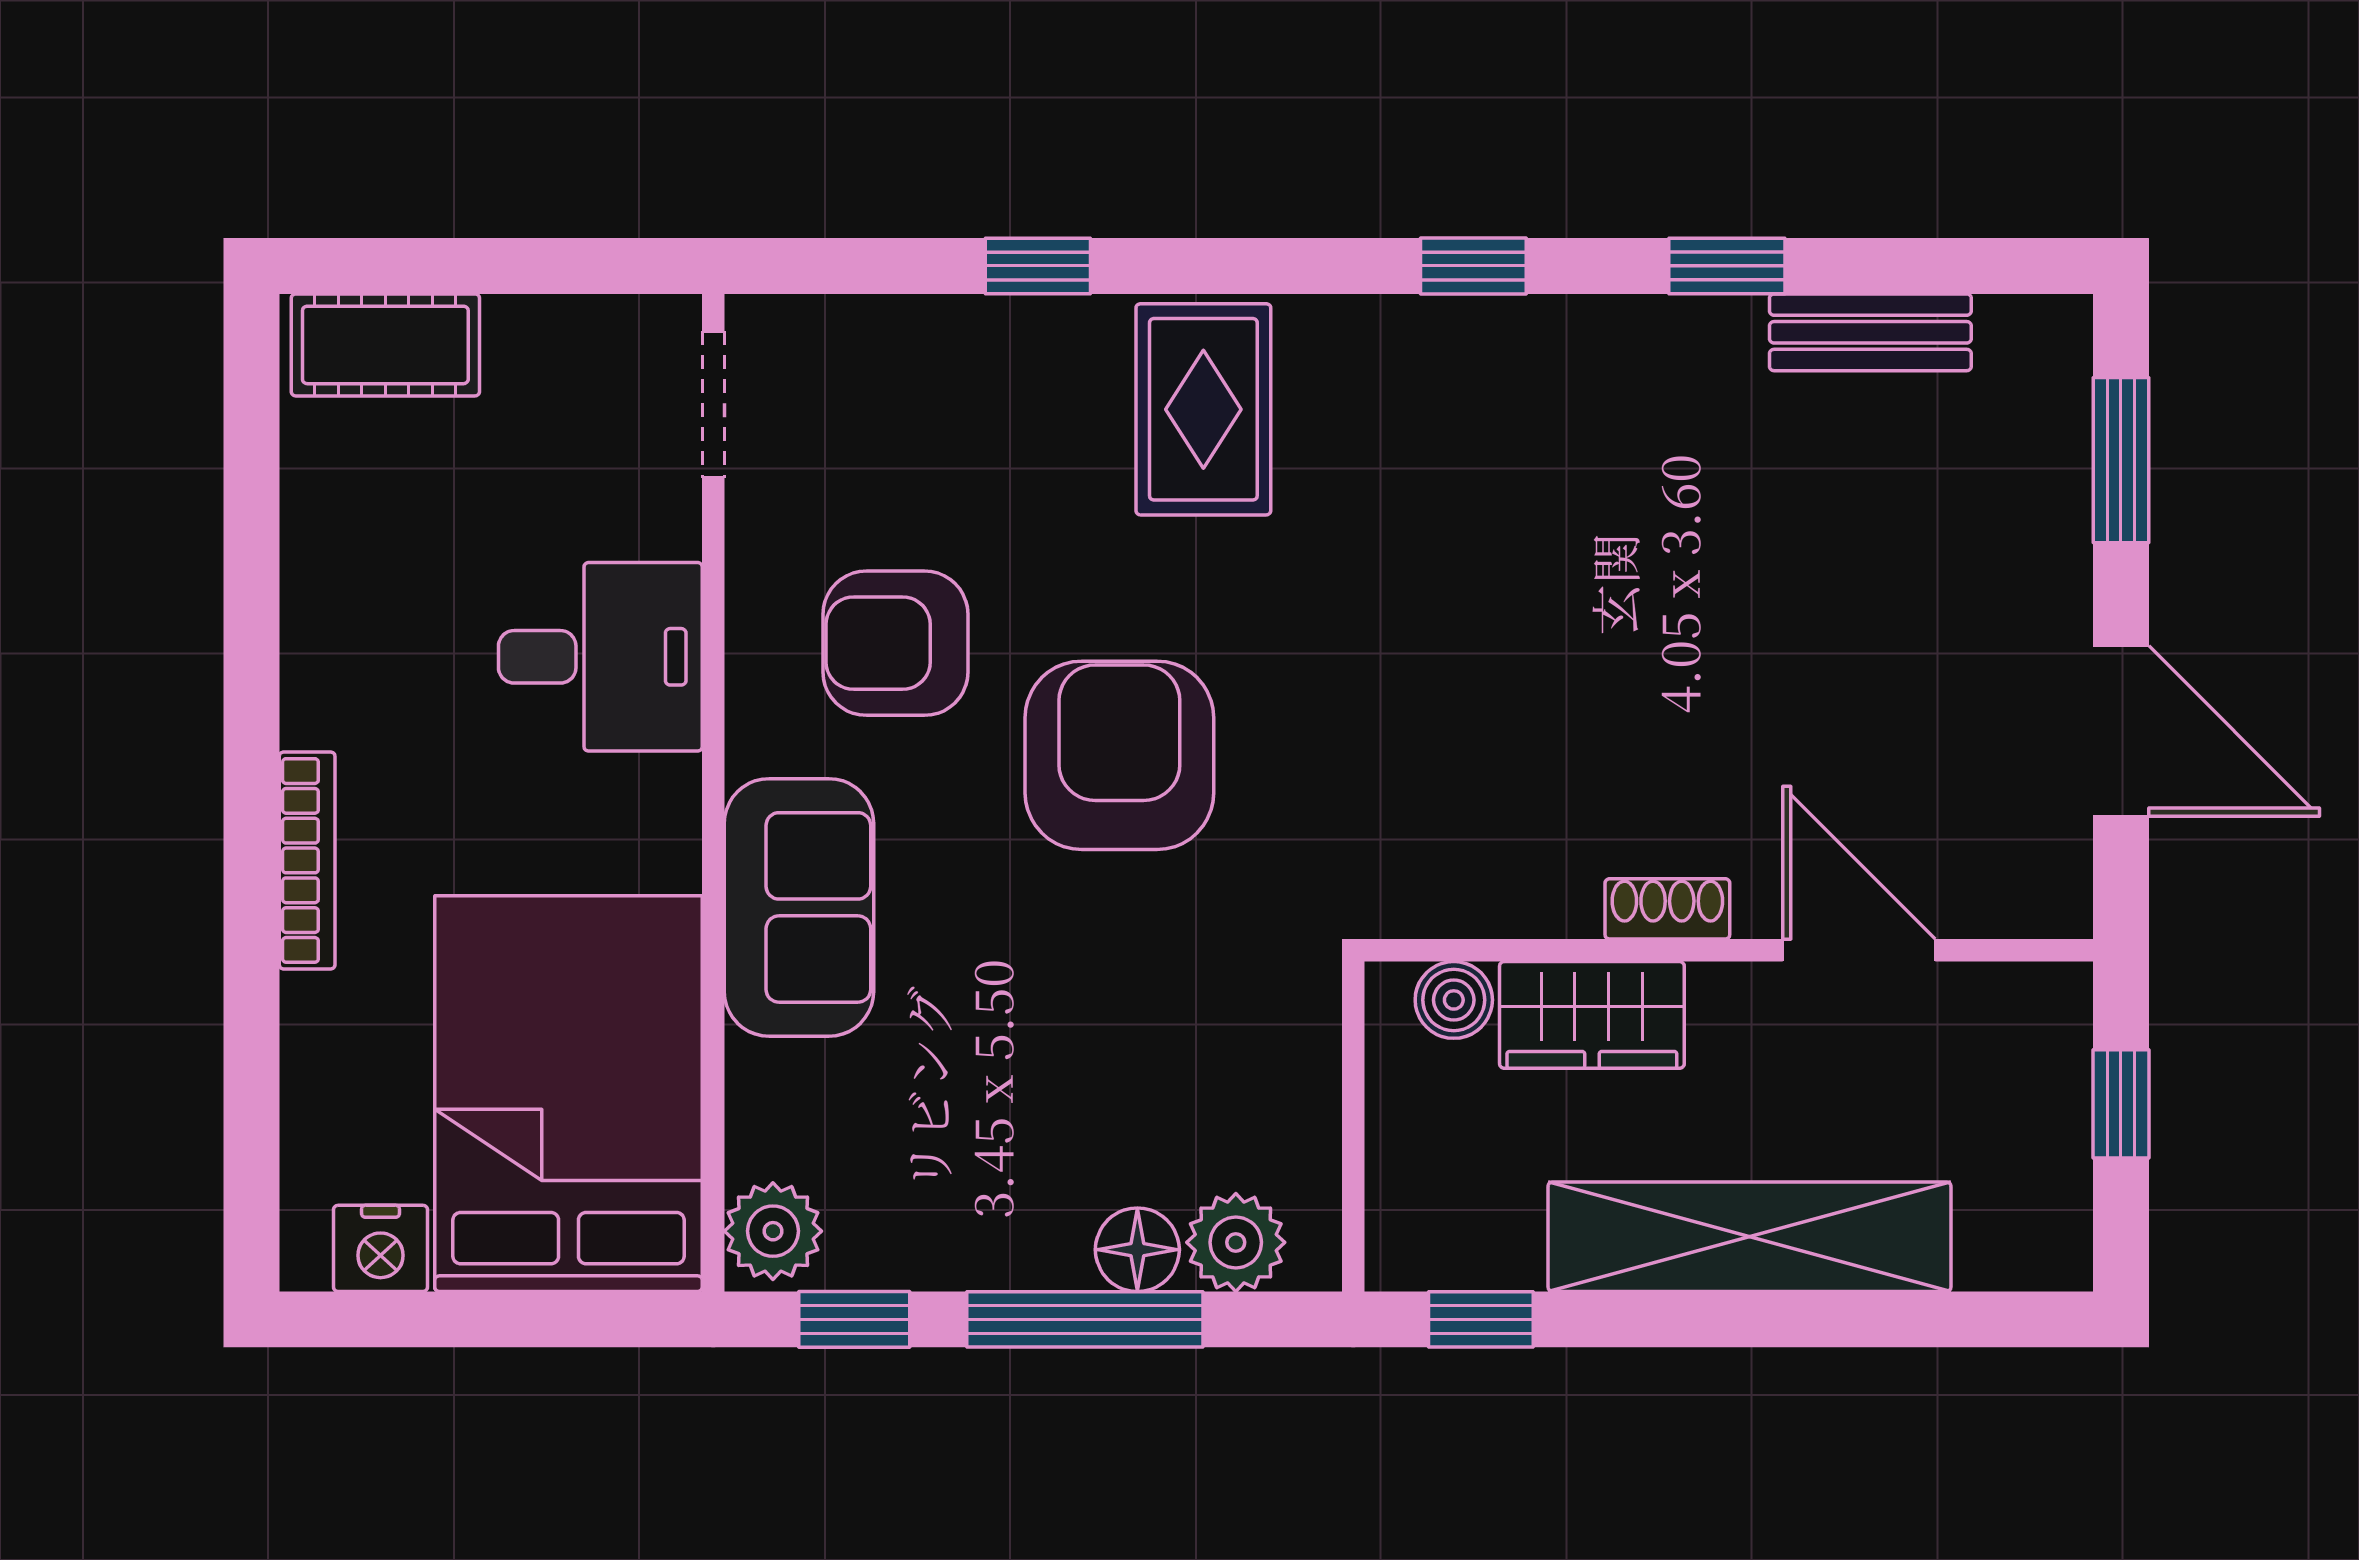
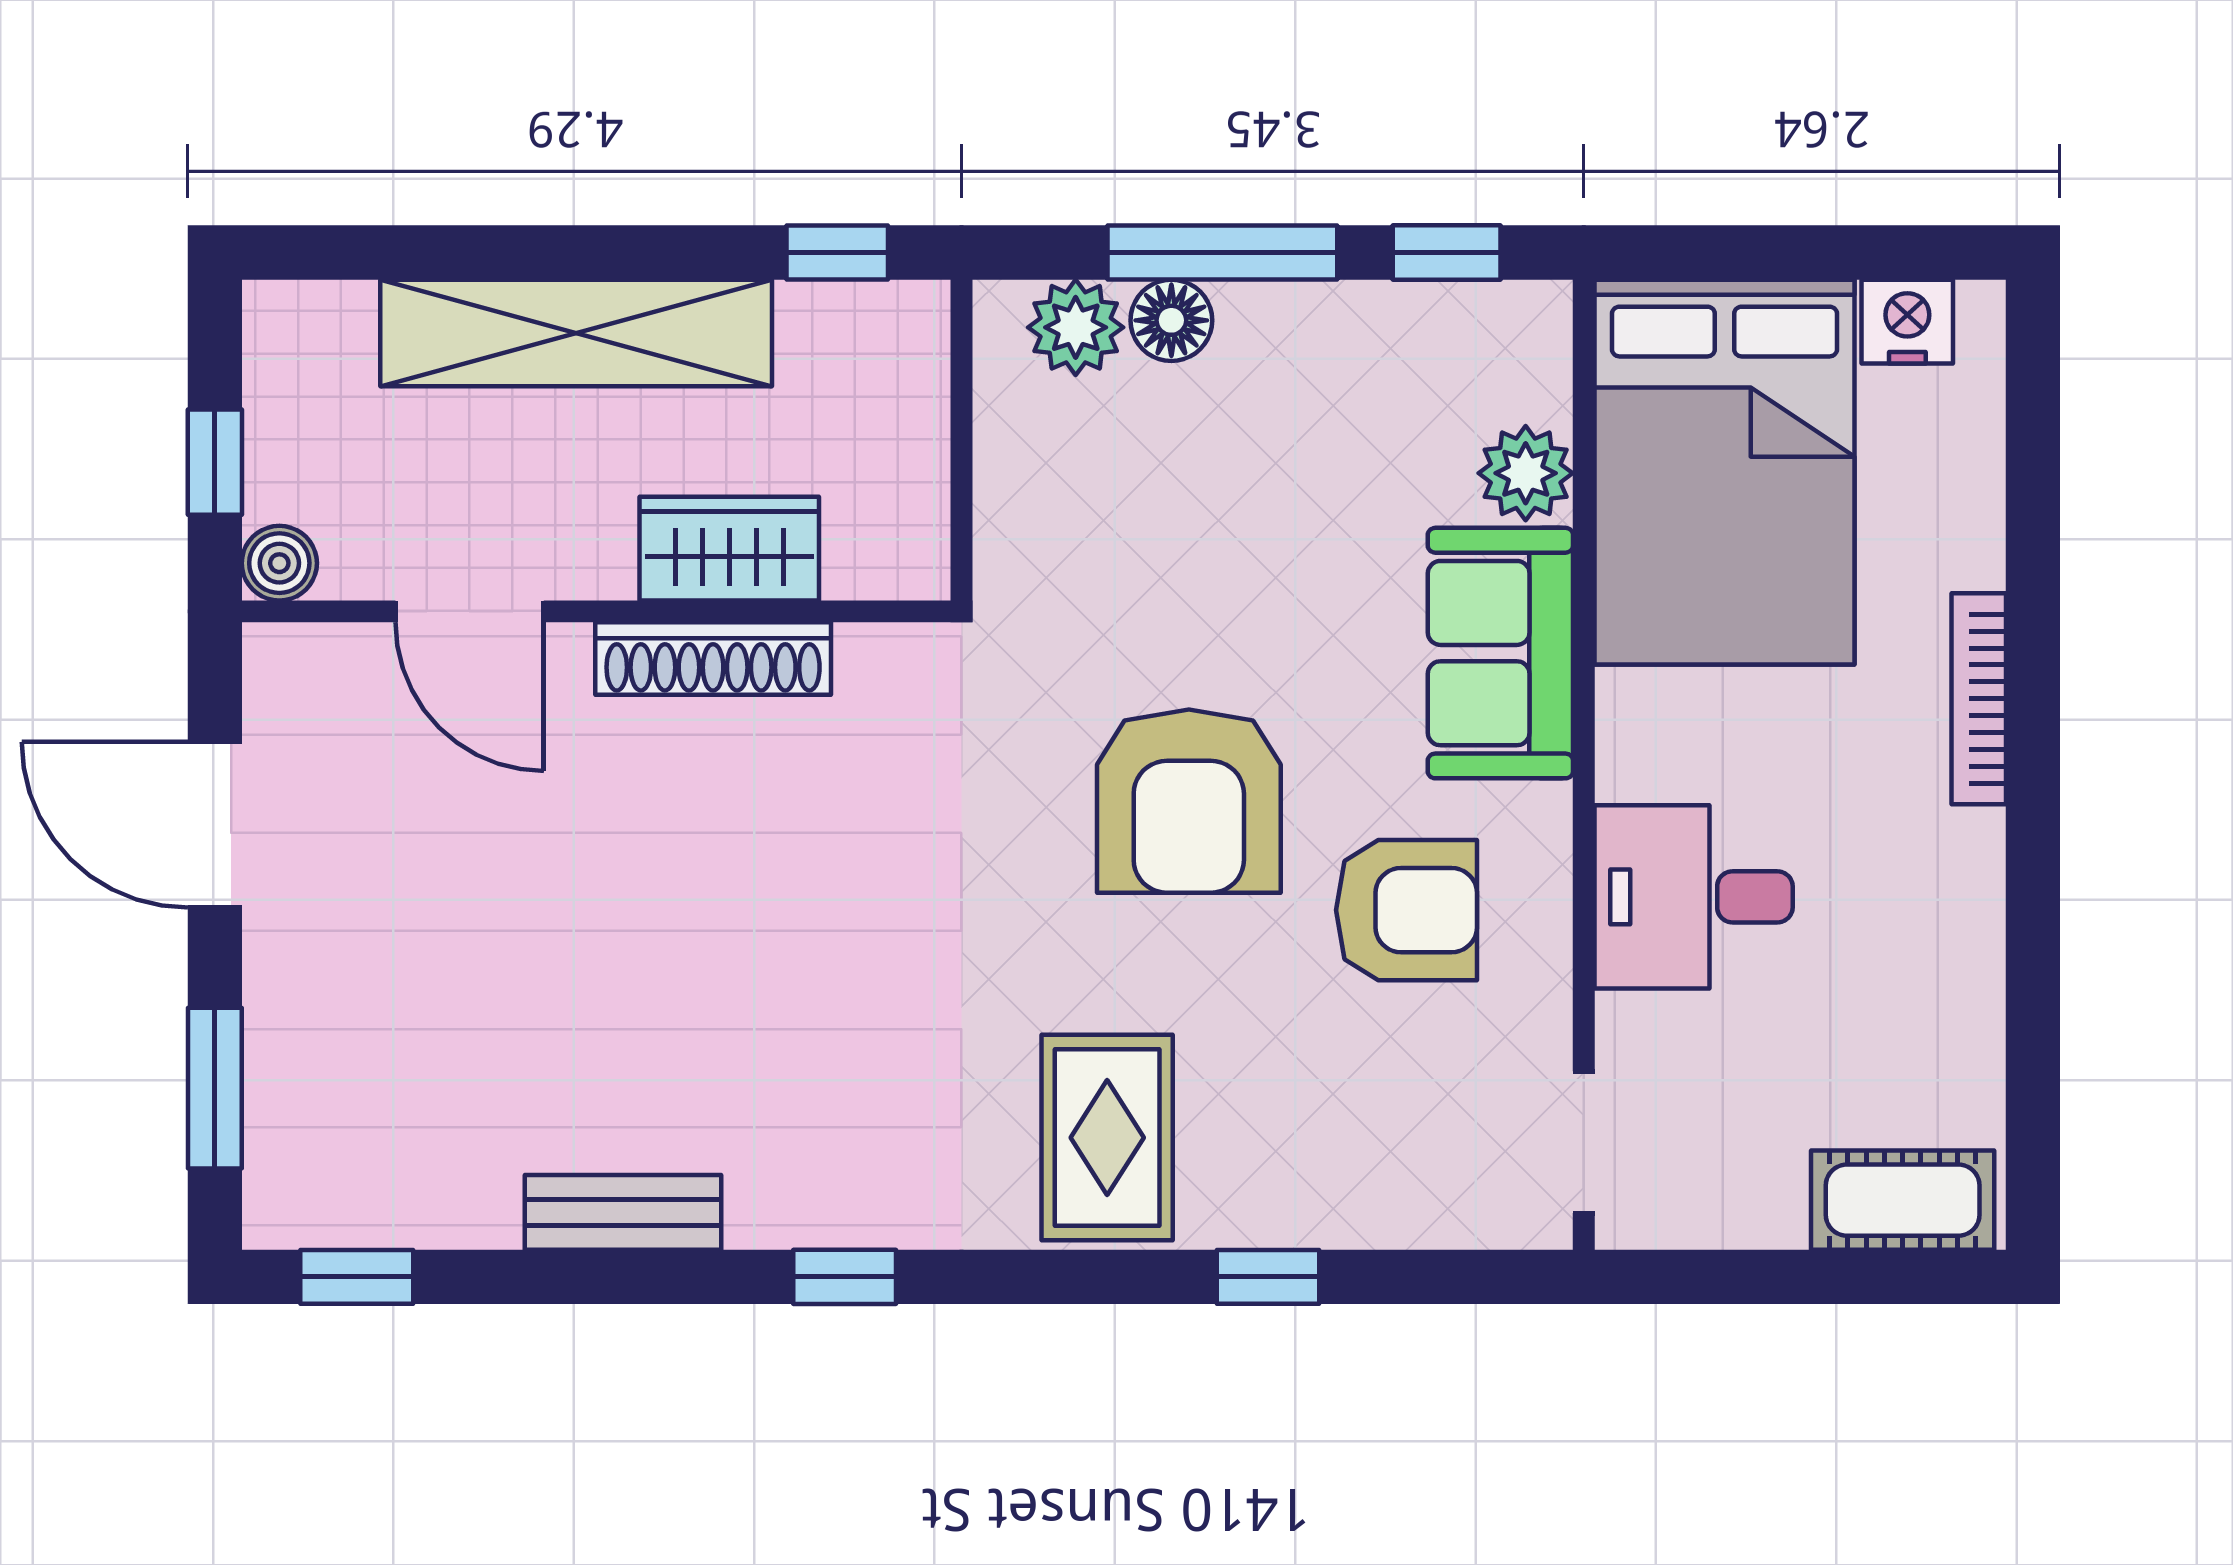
window: (1727, 266) -> (357, 1277), moved
bench: (1870, 332) -> (623, 1212), moved
shoe rack: (1667, 909) -> (713, 659), width x1.94, depth x1.24
boiler: (1454, 1000) -> (279, 563), moved
plant: (773, 1231) -> (1526, 473), moved

